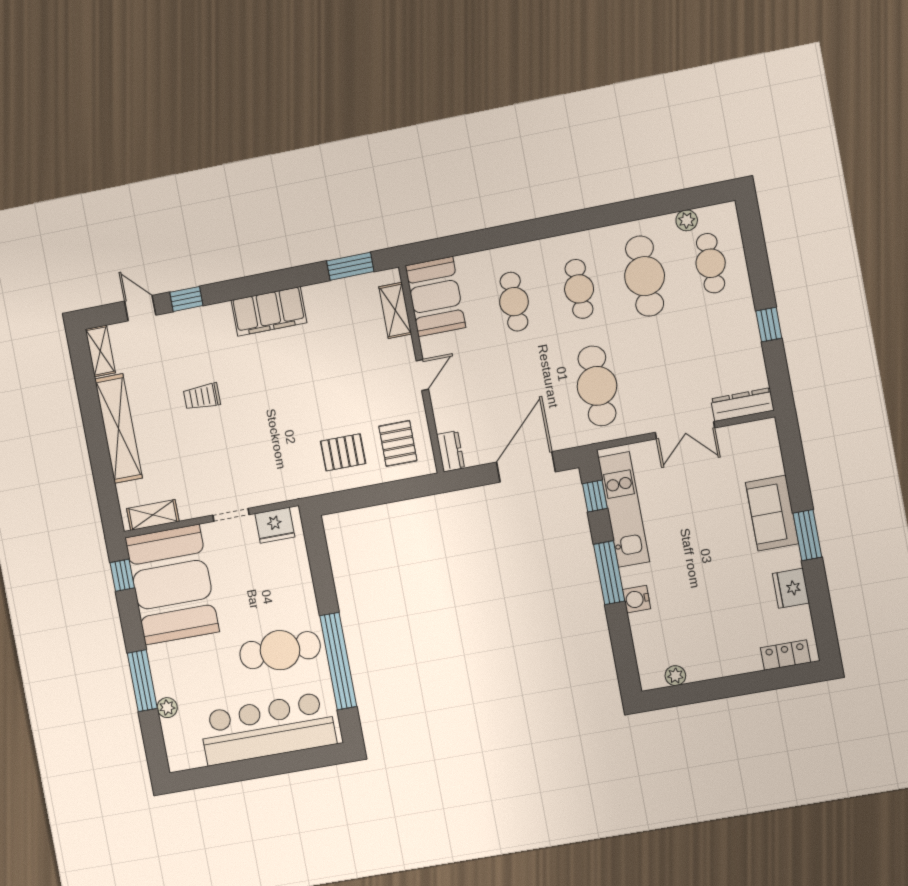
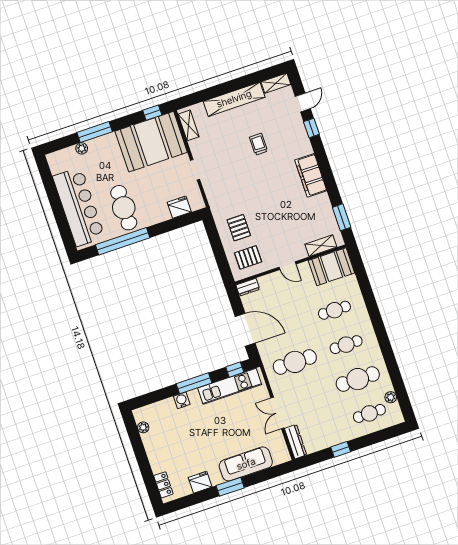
sofa: (772, 513) -> (246, 464), width x1.36
fridge: (275, 525) -> (179, 207), moved, turned 90

